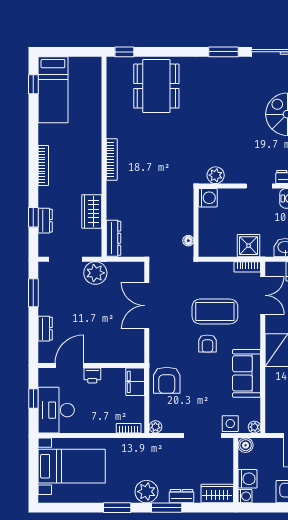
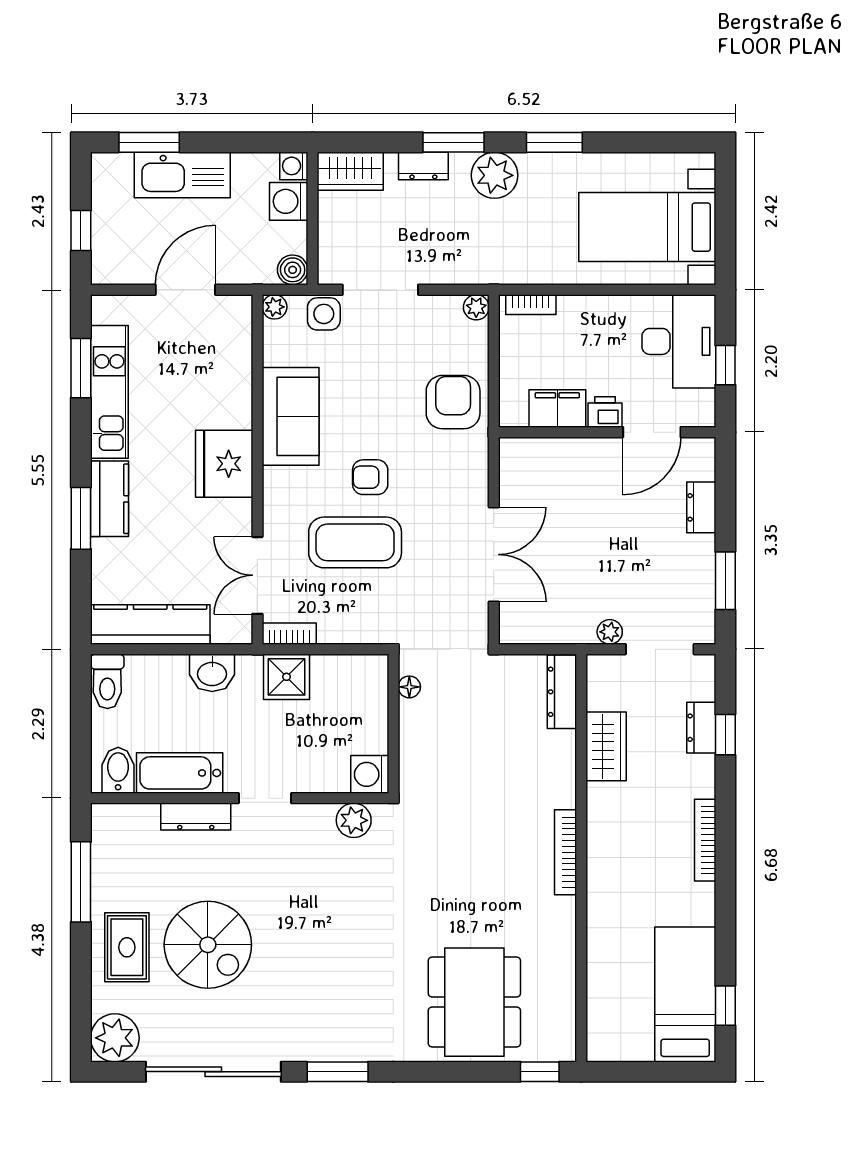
plant: (95, 273) -> (610, 632), width x0.53, depth x0.53
armchair: (207, 344) -> (370, 477), turned -90
filing cabinet: (135, 382) -> (557, 408), moved, turned -90

